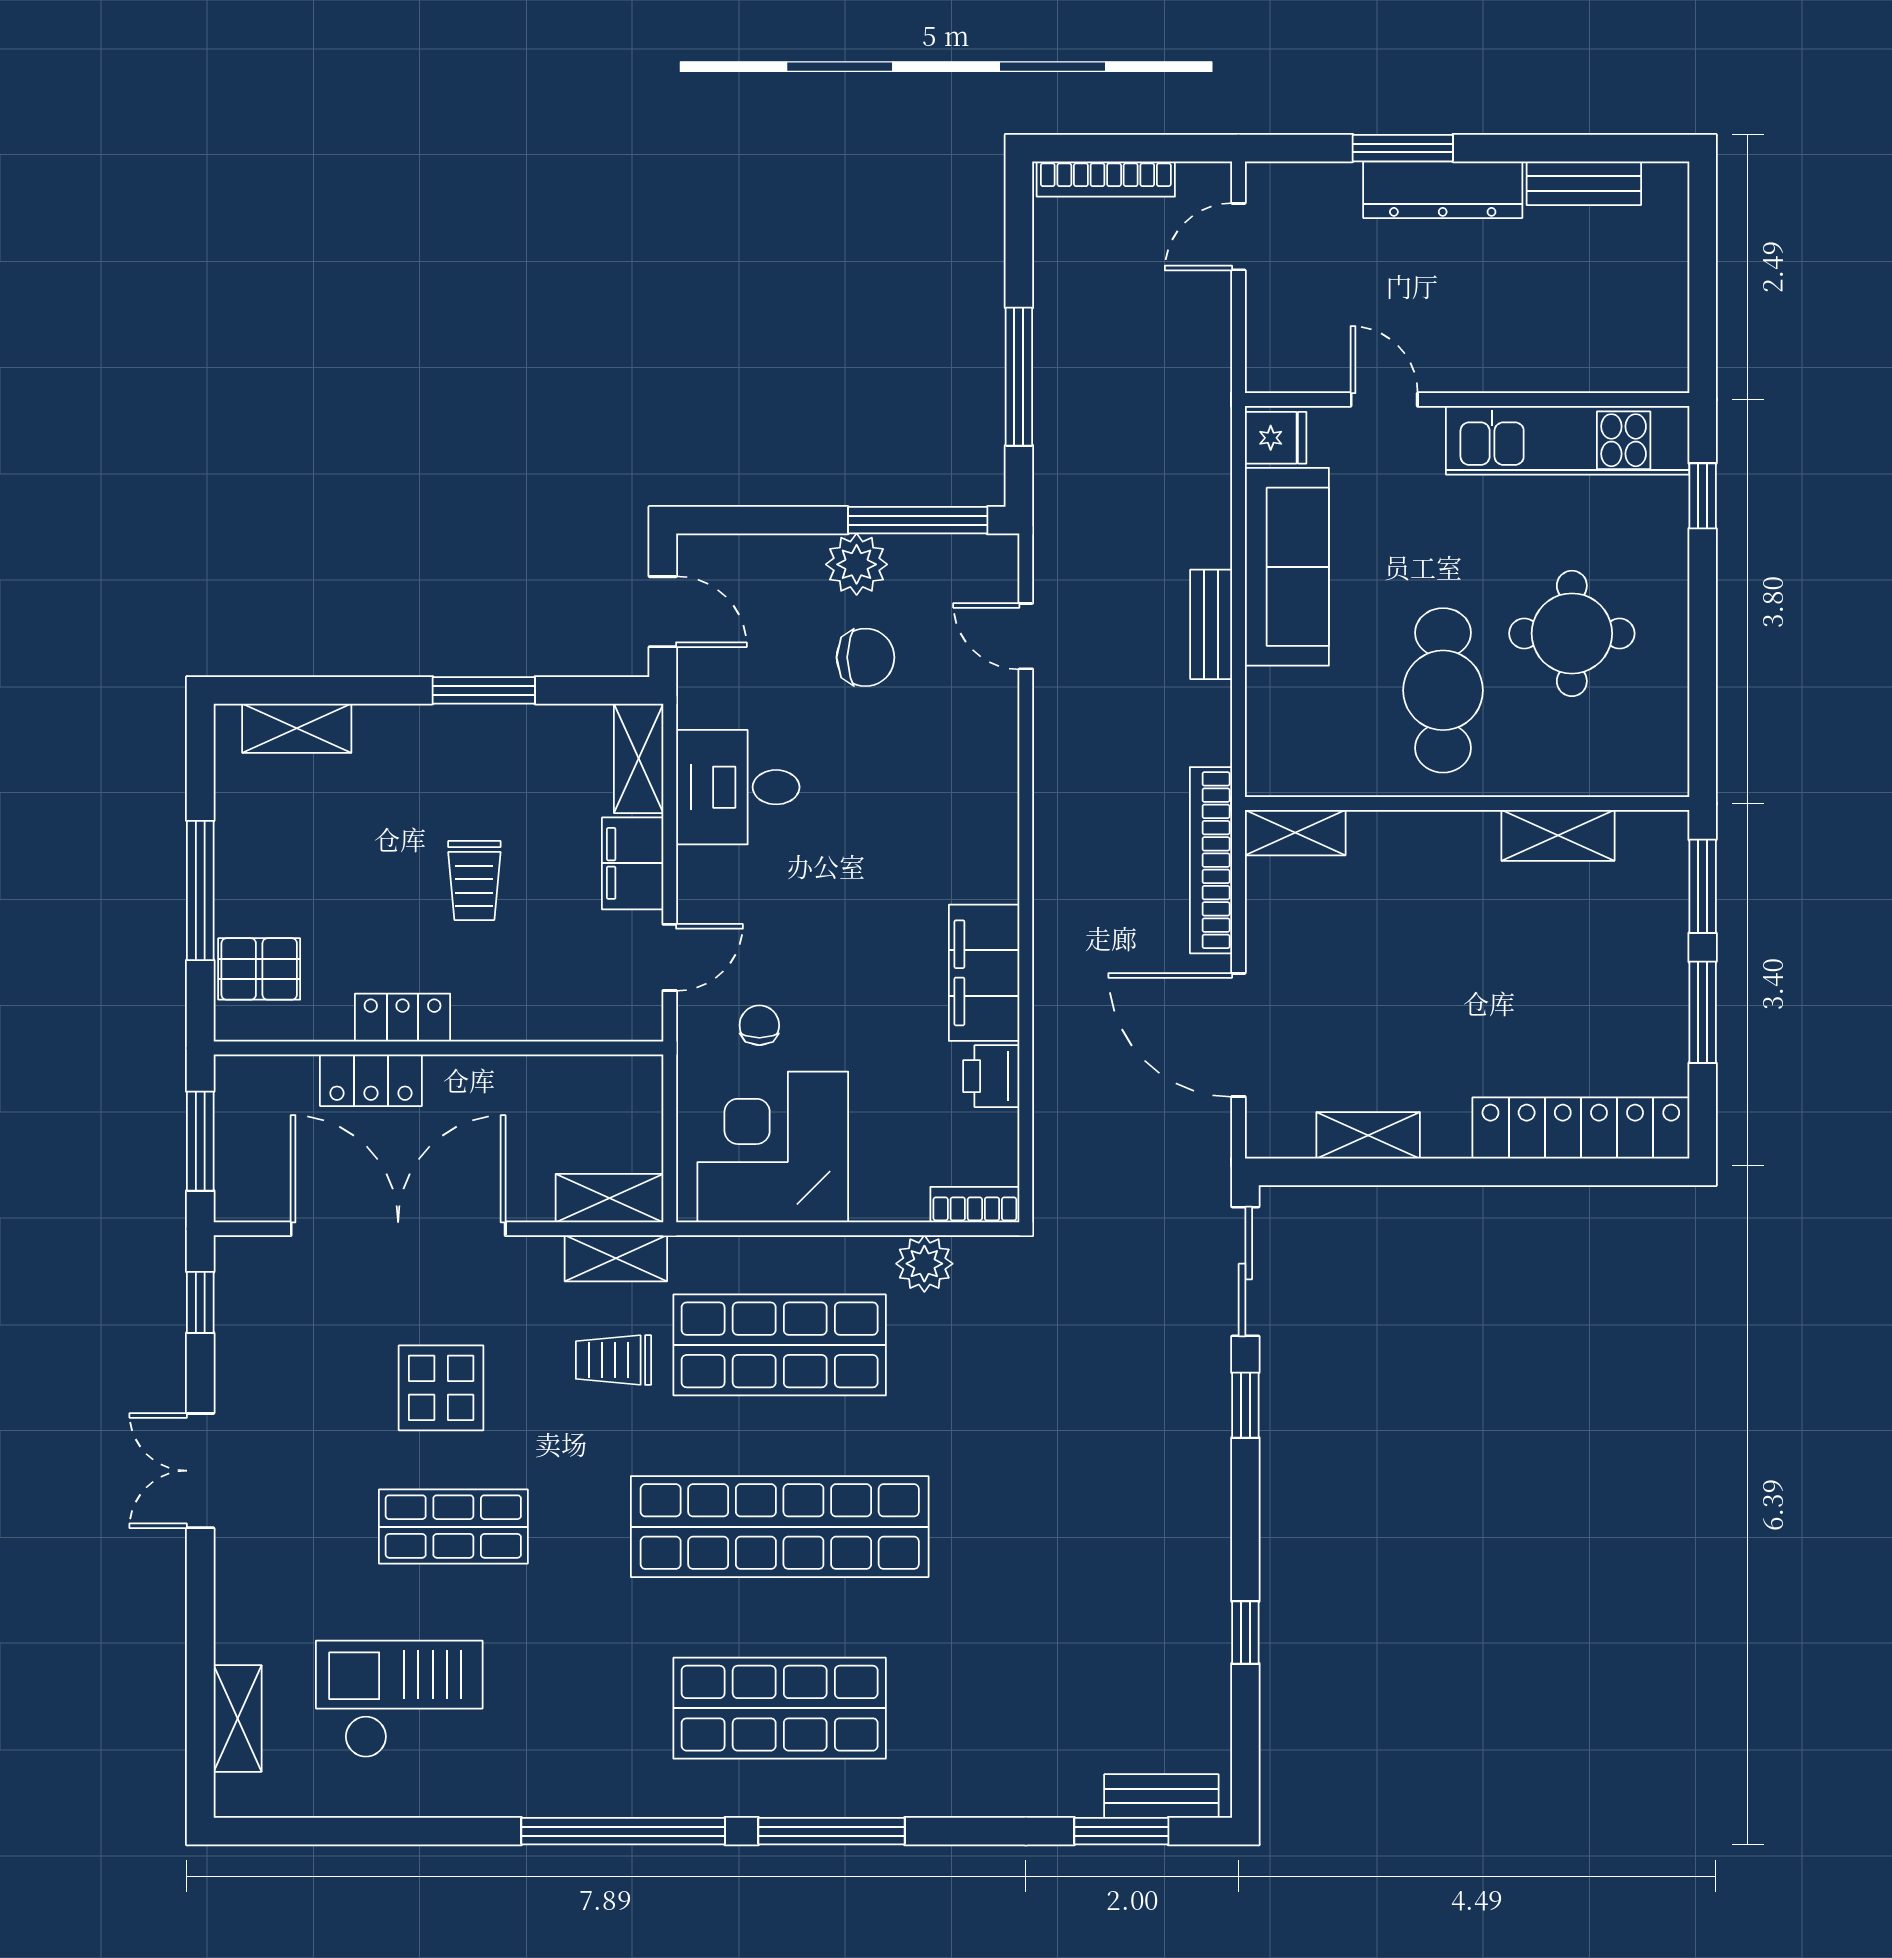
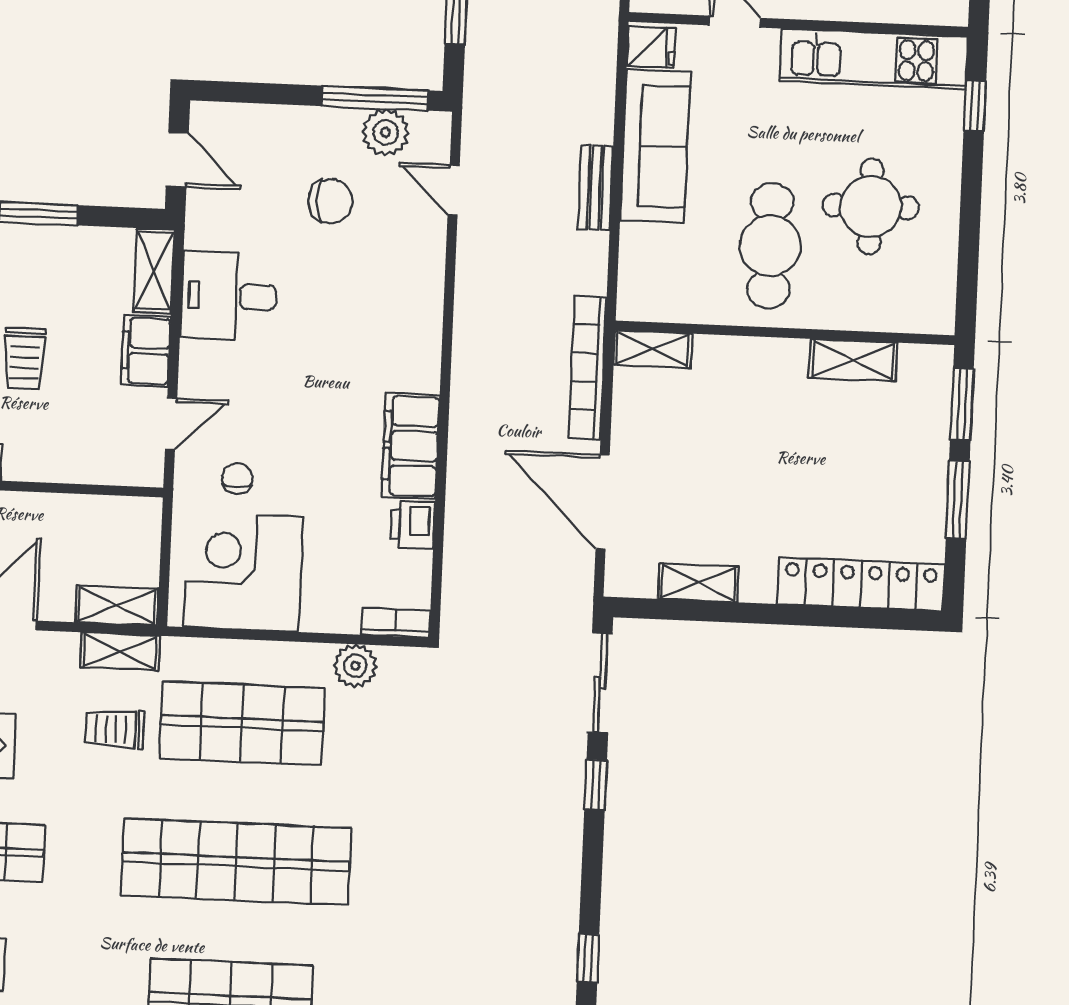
plant: (857, 564) -> (386, 132), moved

